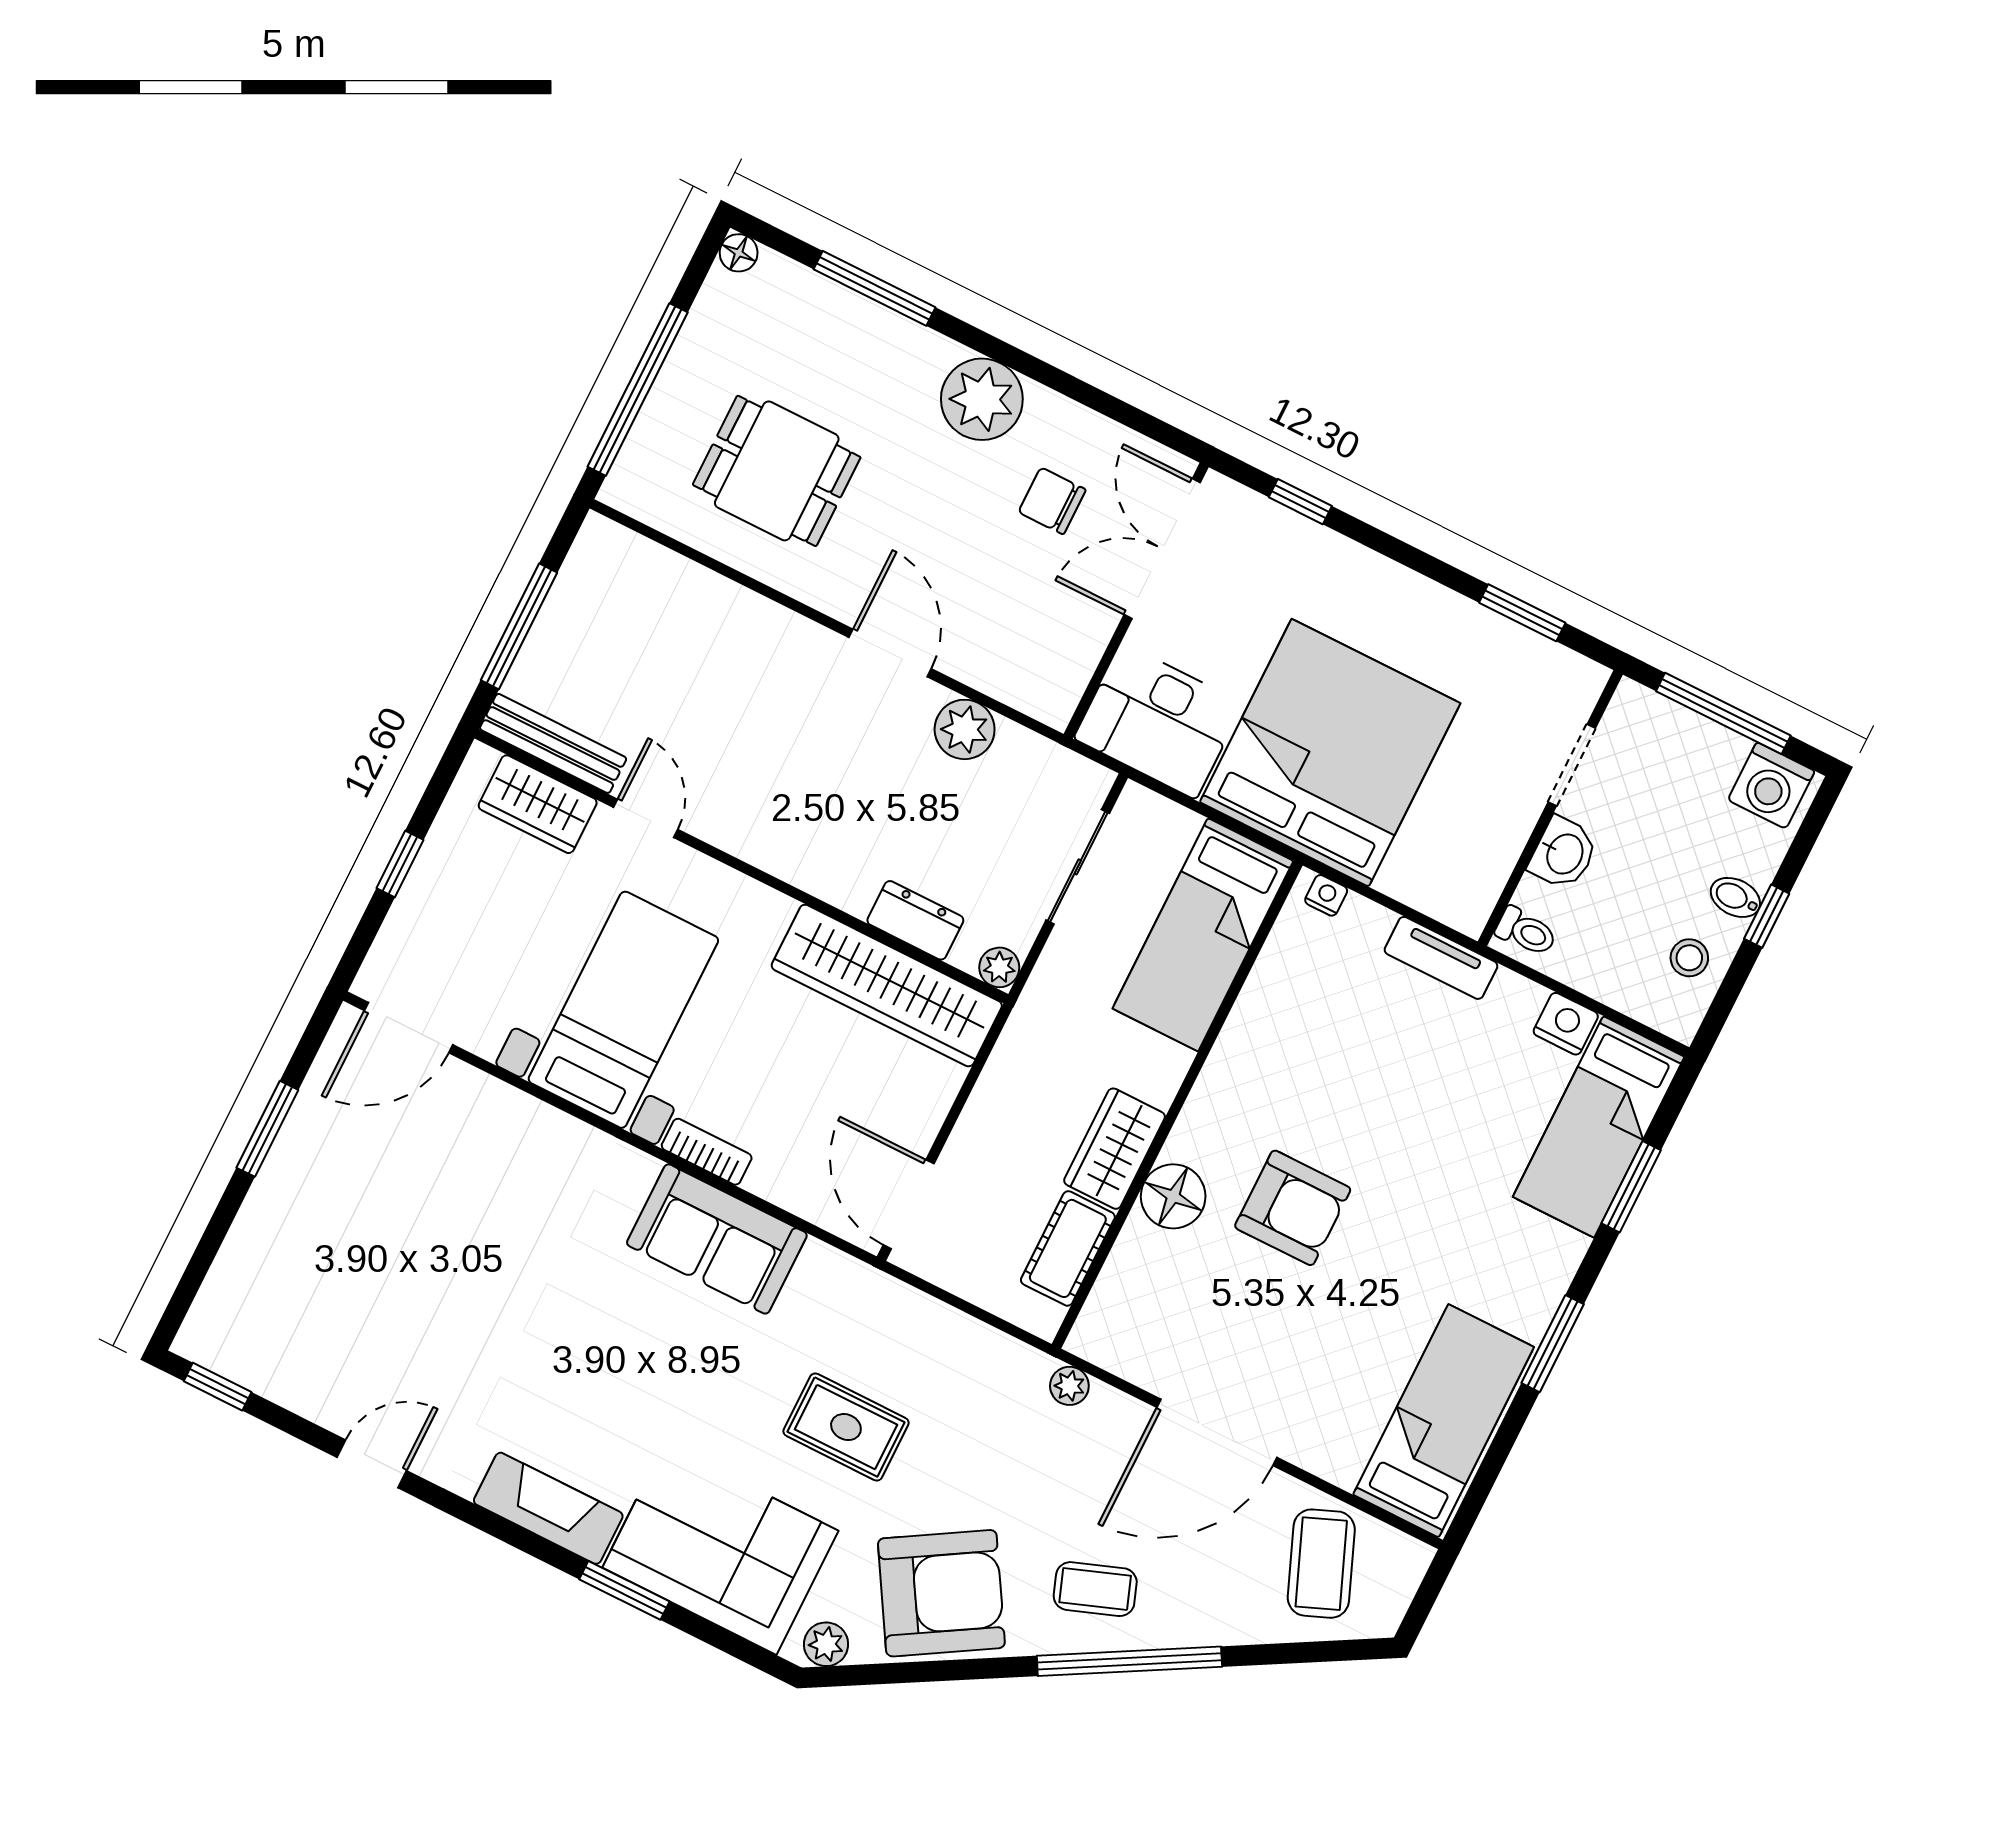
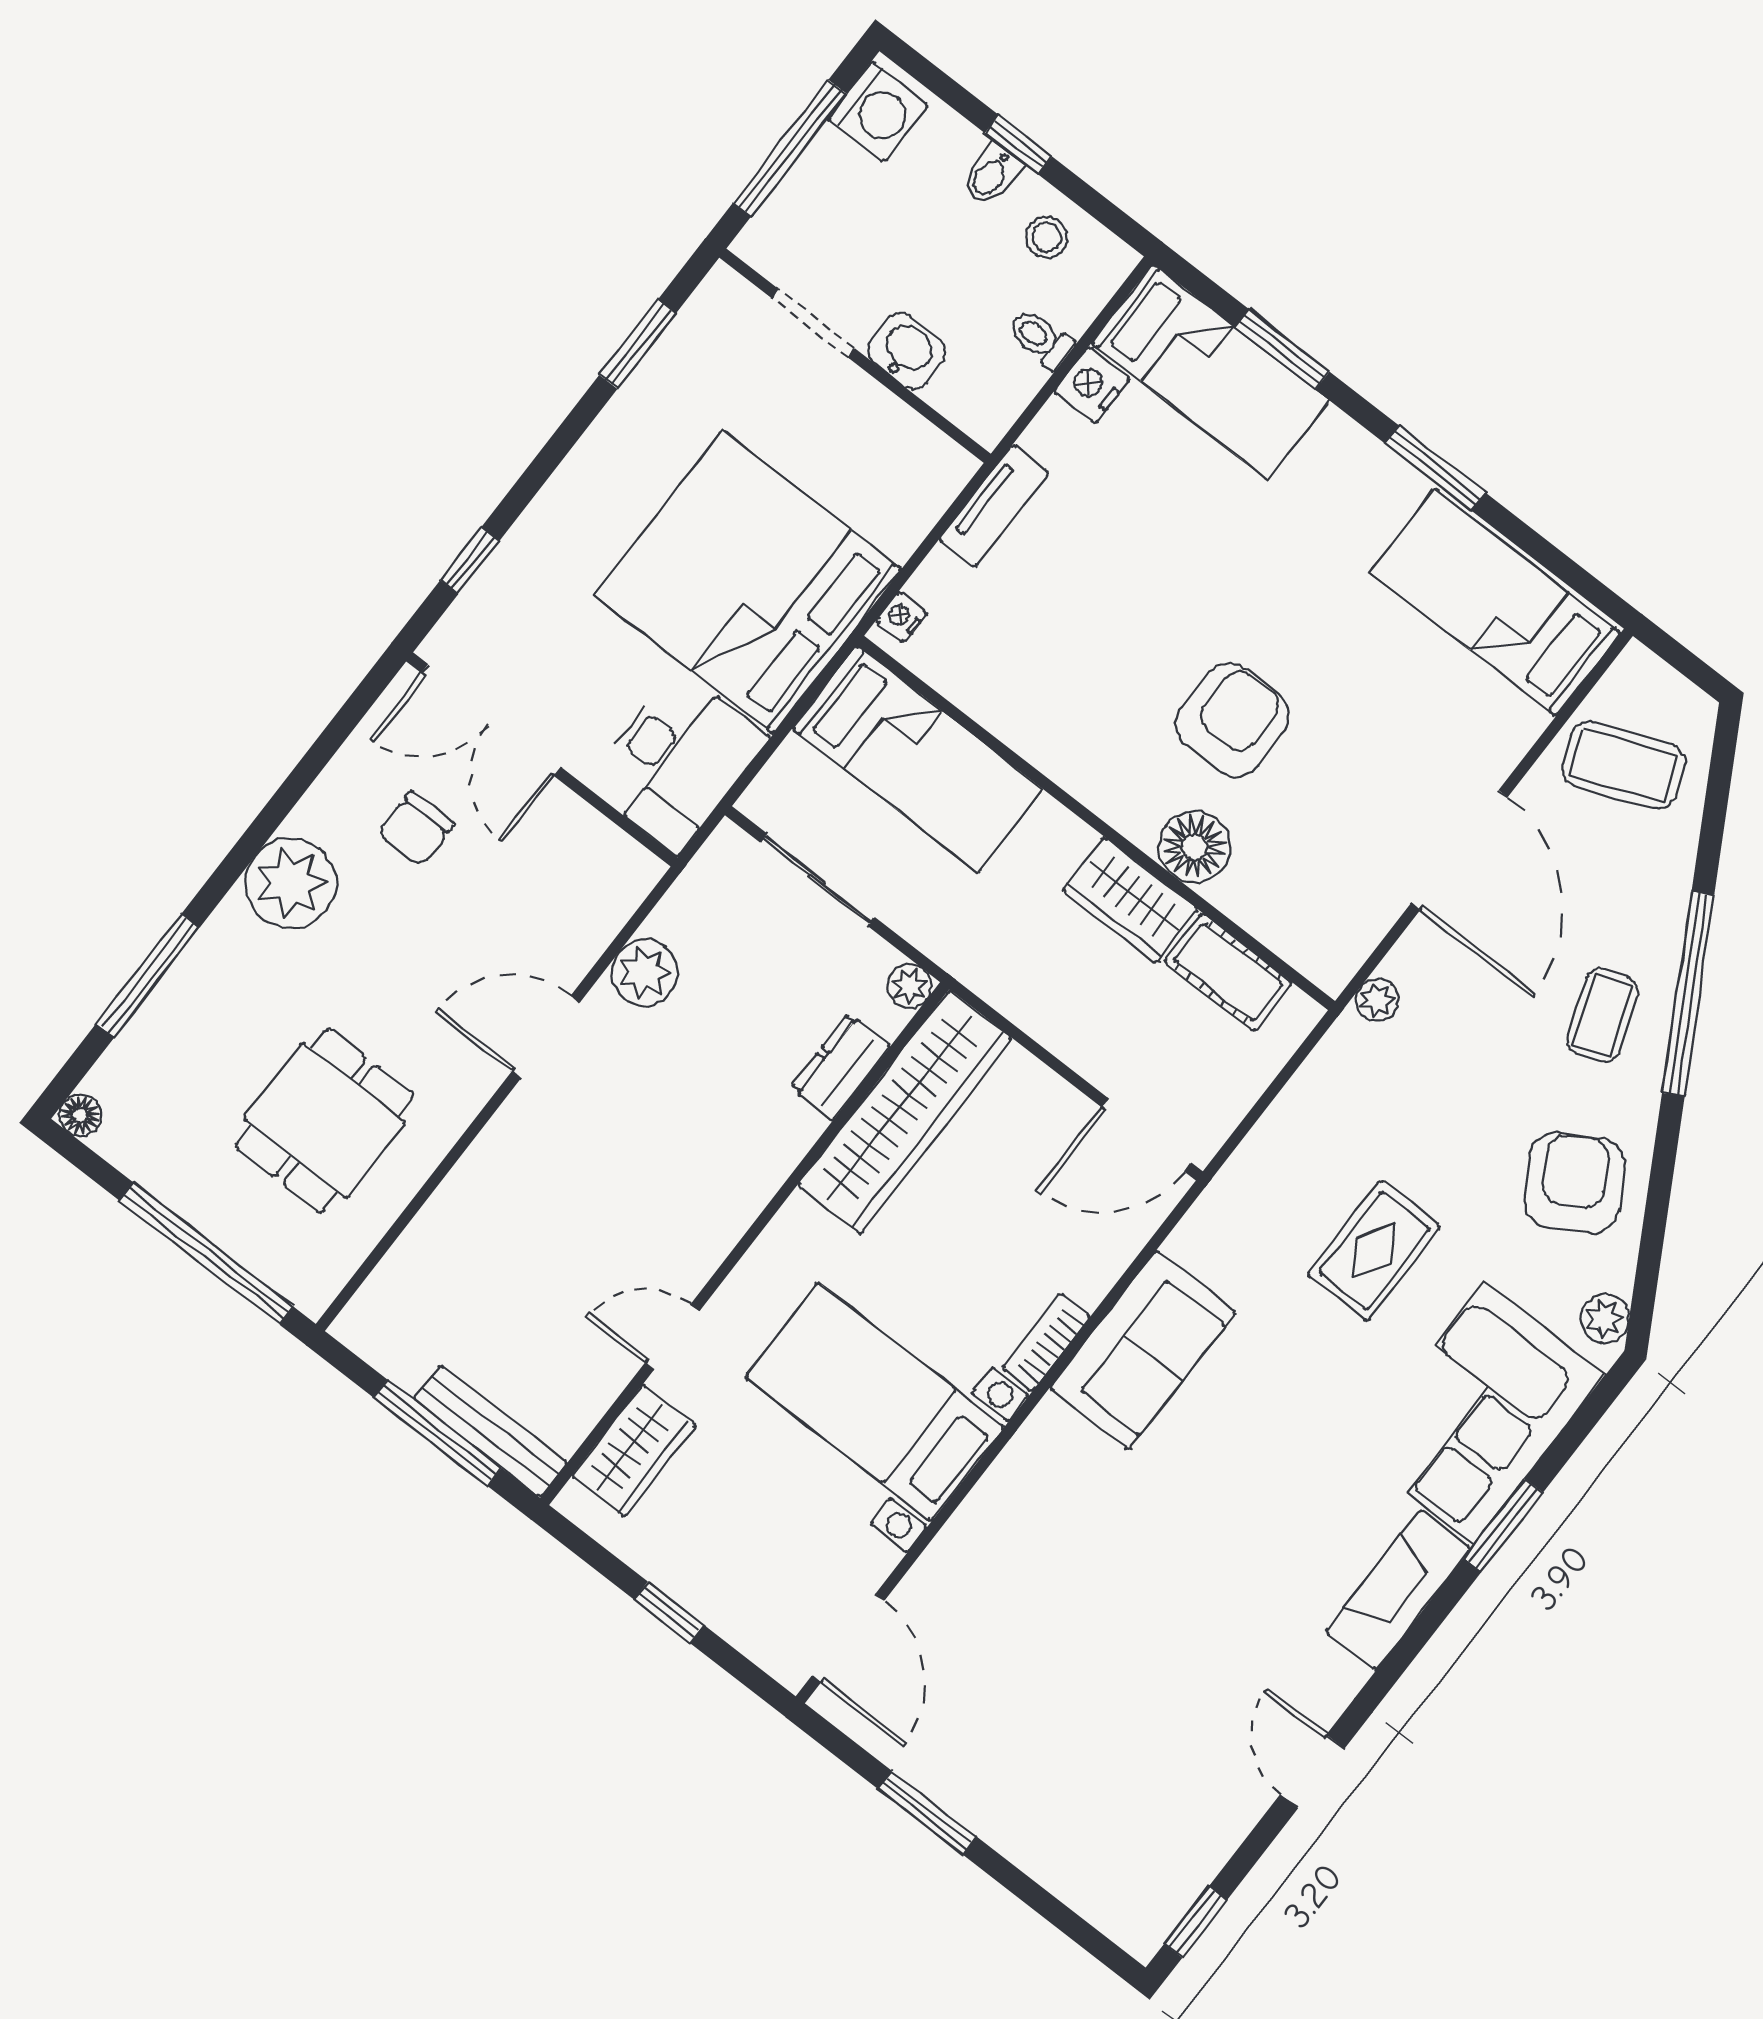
bench: (553, 743) -> (491, 1431), moved, turned 90
toilet: (1526, 932) -> (1040, 339), moved, turned -90
armchair: (941, 1593) -> (1574, 1183), width x0.73, depth x0.73

